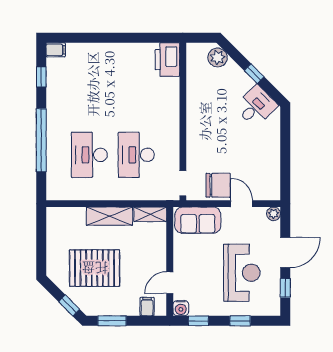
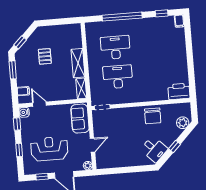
chair: (218, 185) -> (153, 116), moved
pallet: (95, 268) -> (45, 56), width x0.49, depth x0.50
reception desk: (242, 273) -> (49, 149), turned 180

